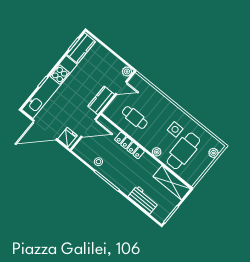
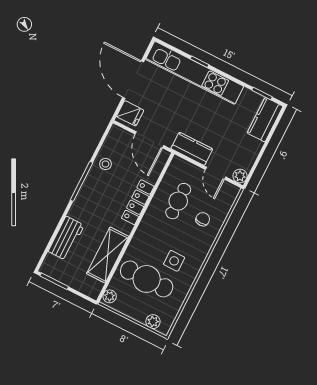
kitchen counter: (81, 48) -> (265, 120), moved, turned 90
chair: (151, 104) -> (203, 219), added
plant: (157, 152) -> (110, 296), moved
shelving: (172, 183) -> (108, 255), moved

